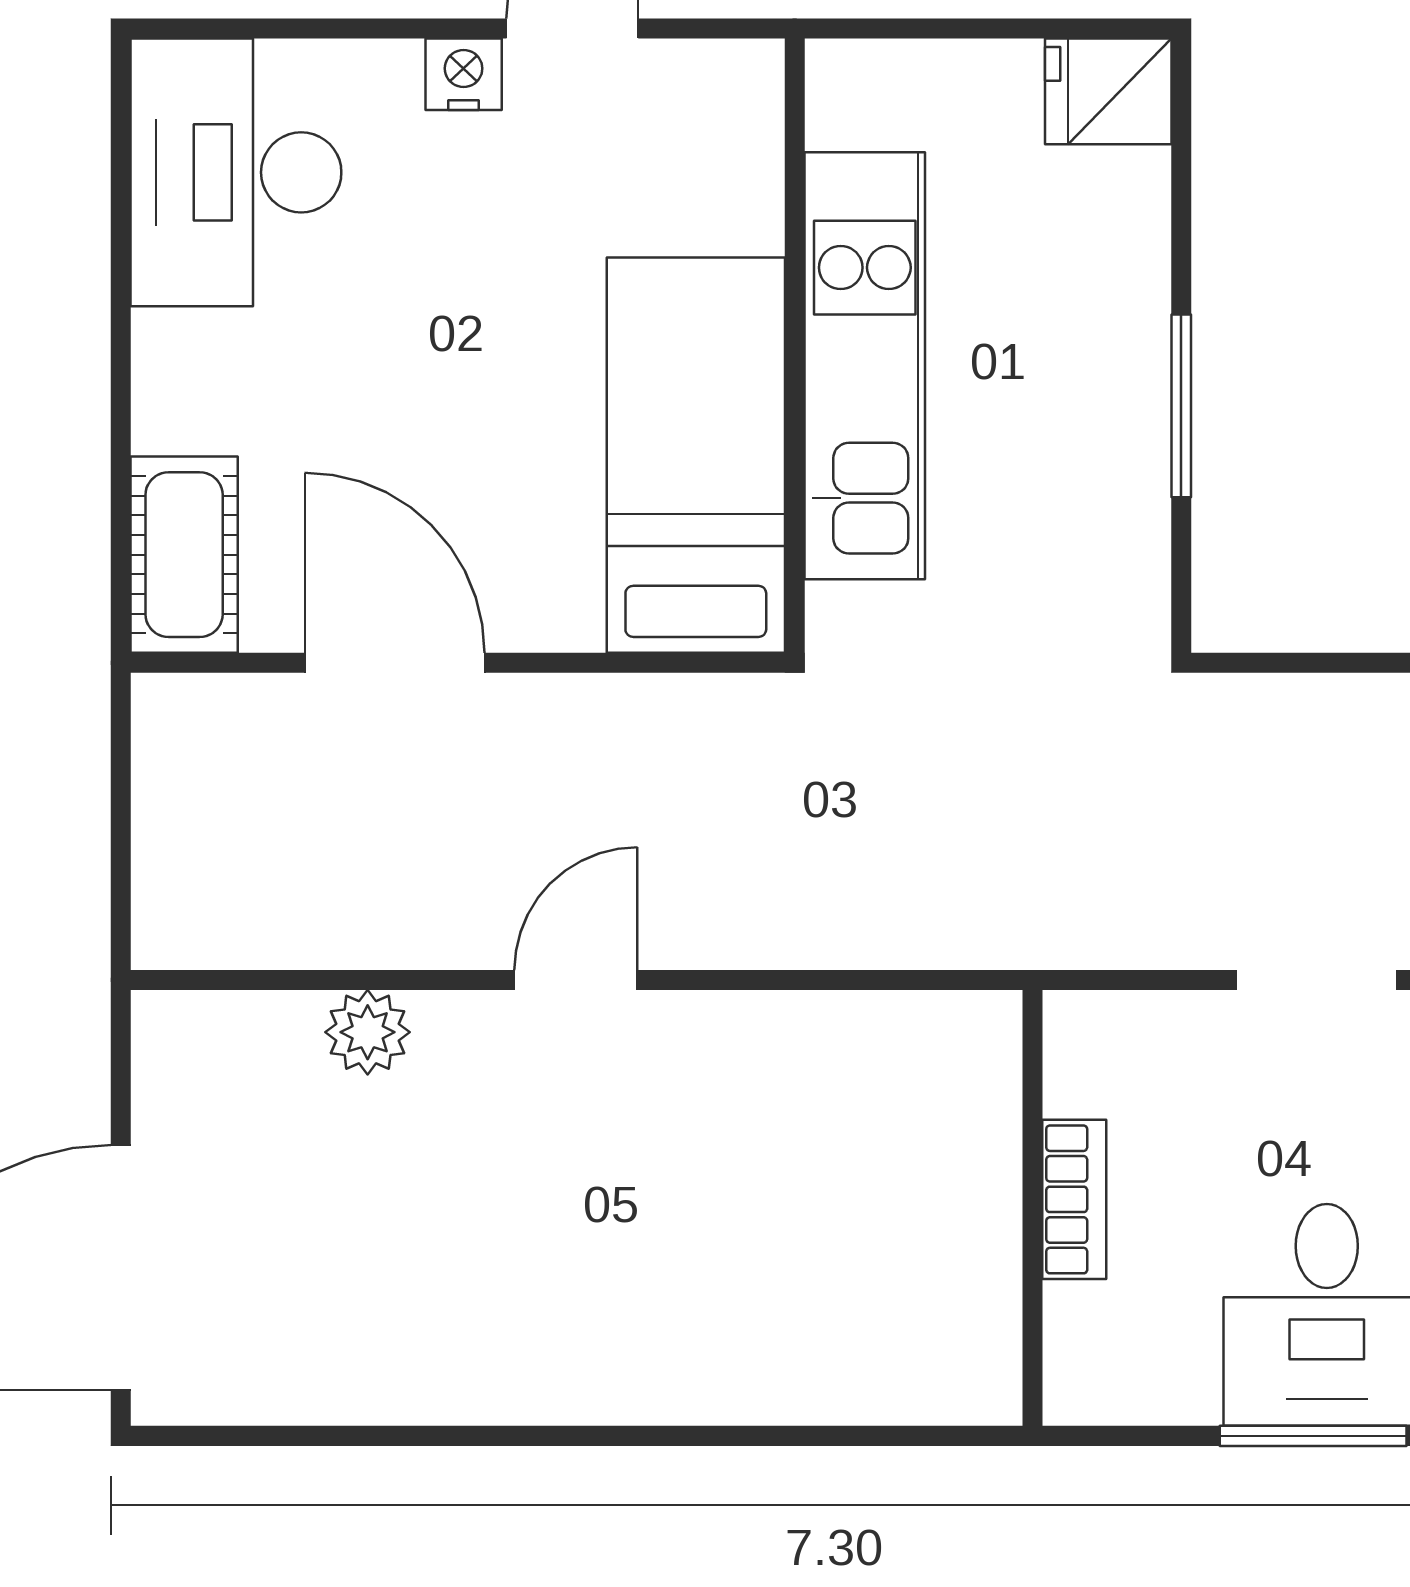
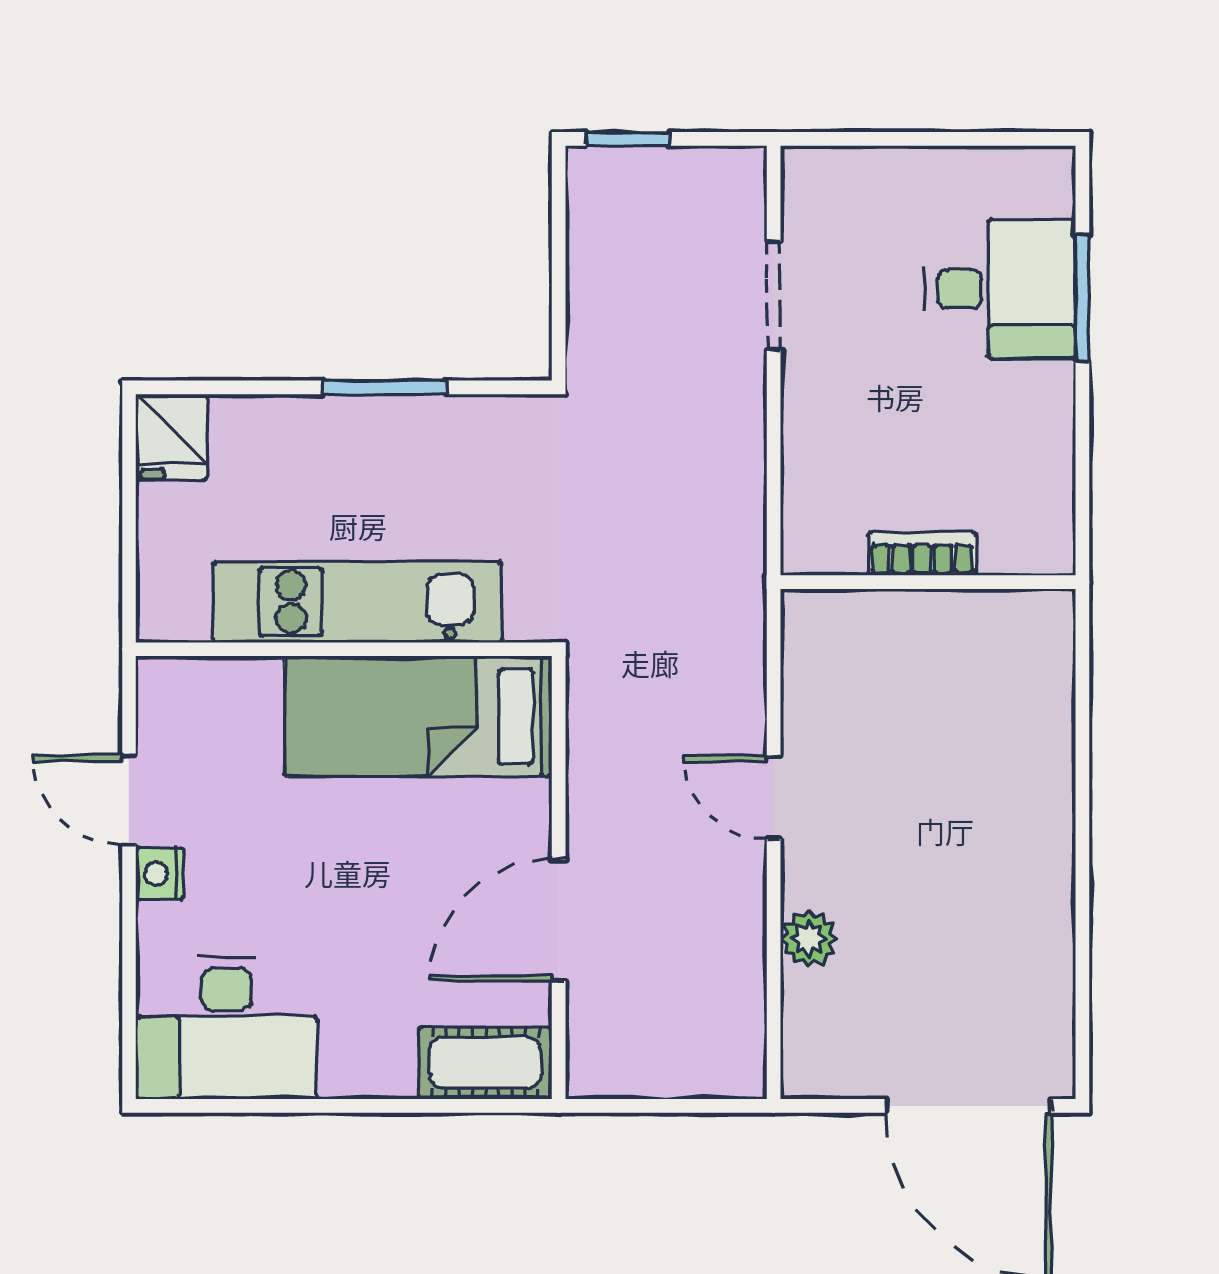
bookcase: (1074, 1199) -> (922, 554), moved
wall: (1033, 1208) -> (928, 582), moved

